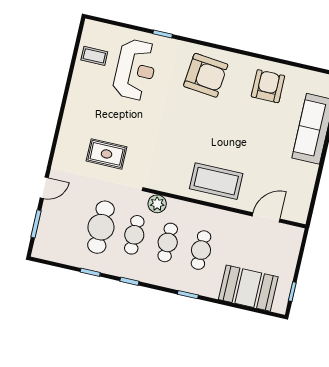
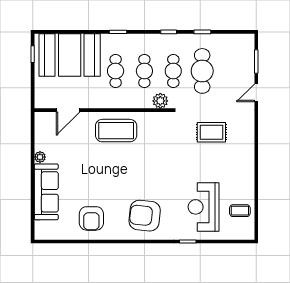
plant: (311, 171) -> (40, 157), added
booth: (248, 288) -> (70, 55), width x1.36, depth x1.42

